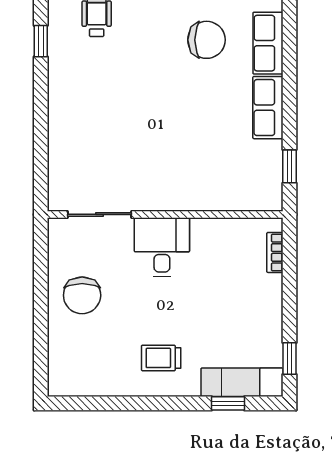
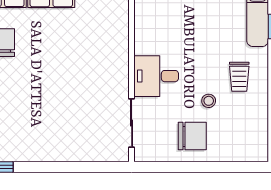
stool: (129, 317) -> (209, 101), added

